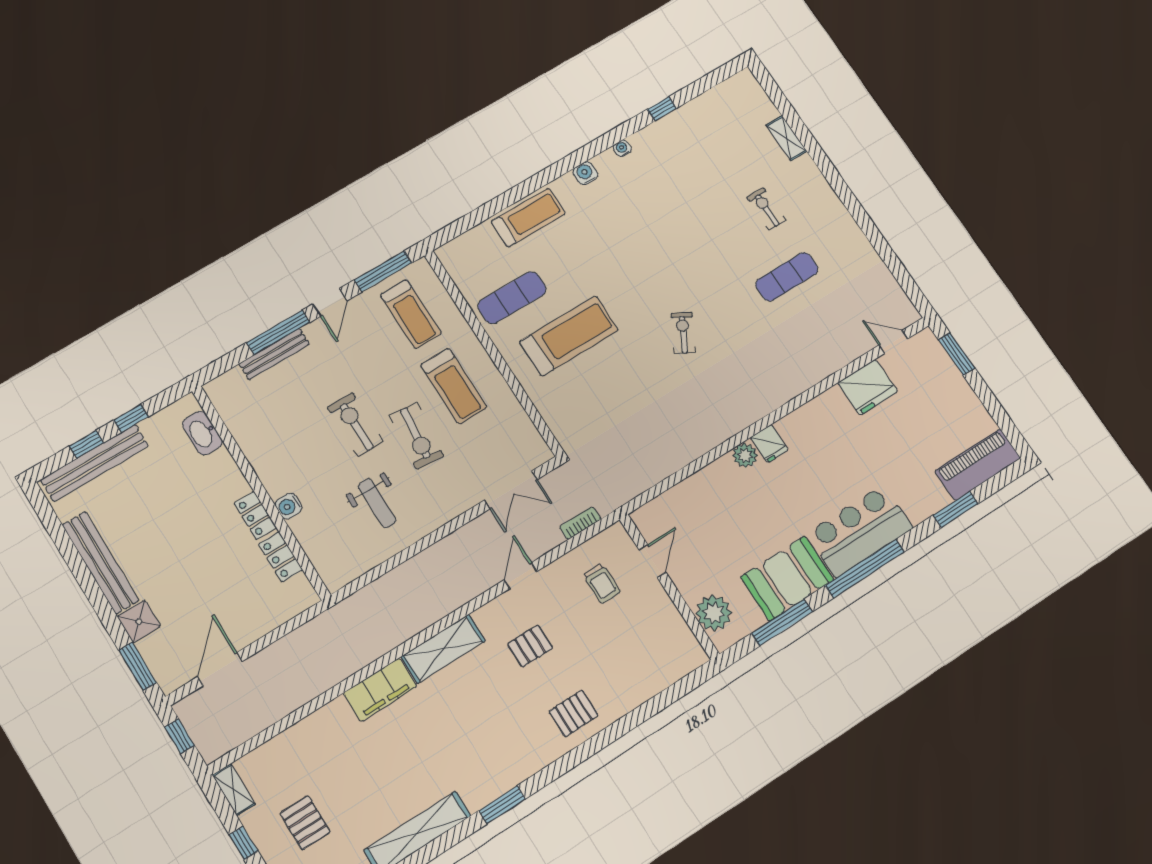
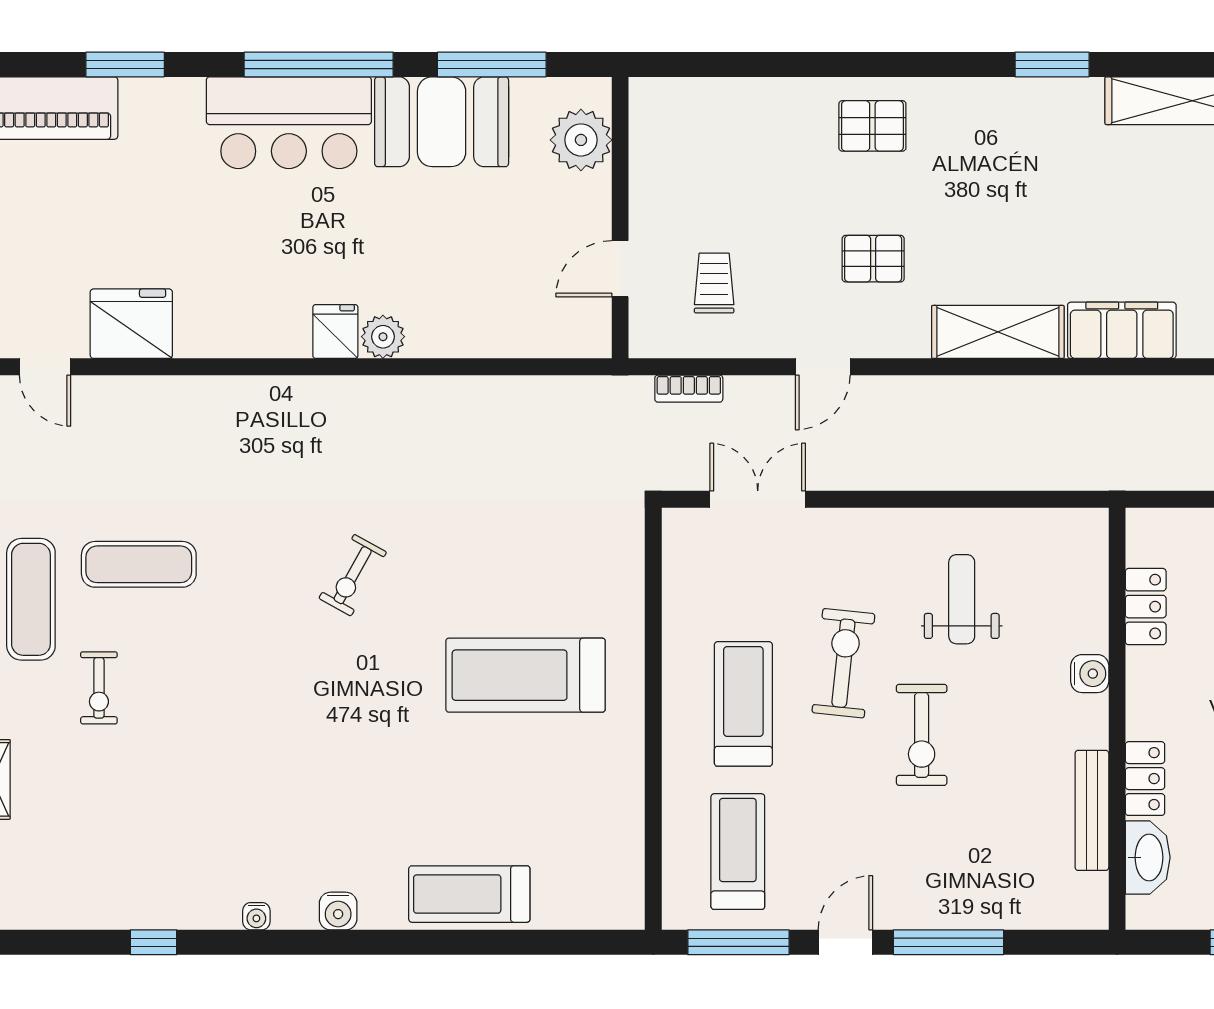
exercise mat: (512, 298) -> (31, 599), moved, turned 90
bench: (274, 354) -> (1092, 810), moved, turned 90
locker: (255, 515) -> (1145, 779), moved

